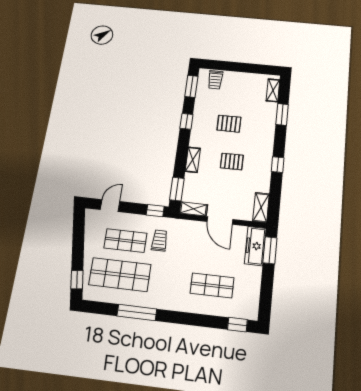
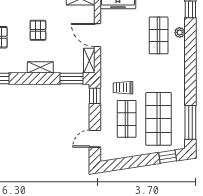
door: (110, 206) -> (95, 139), hinge flipped
door: (220, 220) -> (97, 35), swing flipped
plant: (213, 309) -> (180, 32), added
window: (137, 312) -> (190, 122), moved

